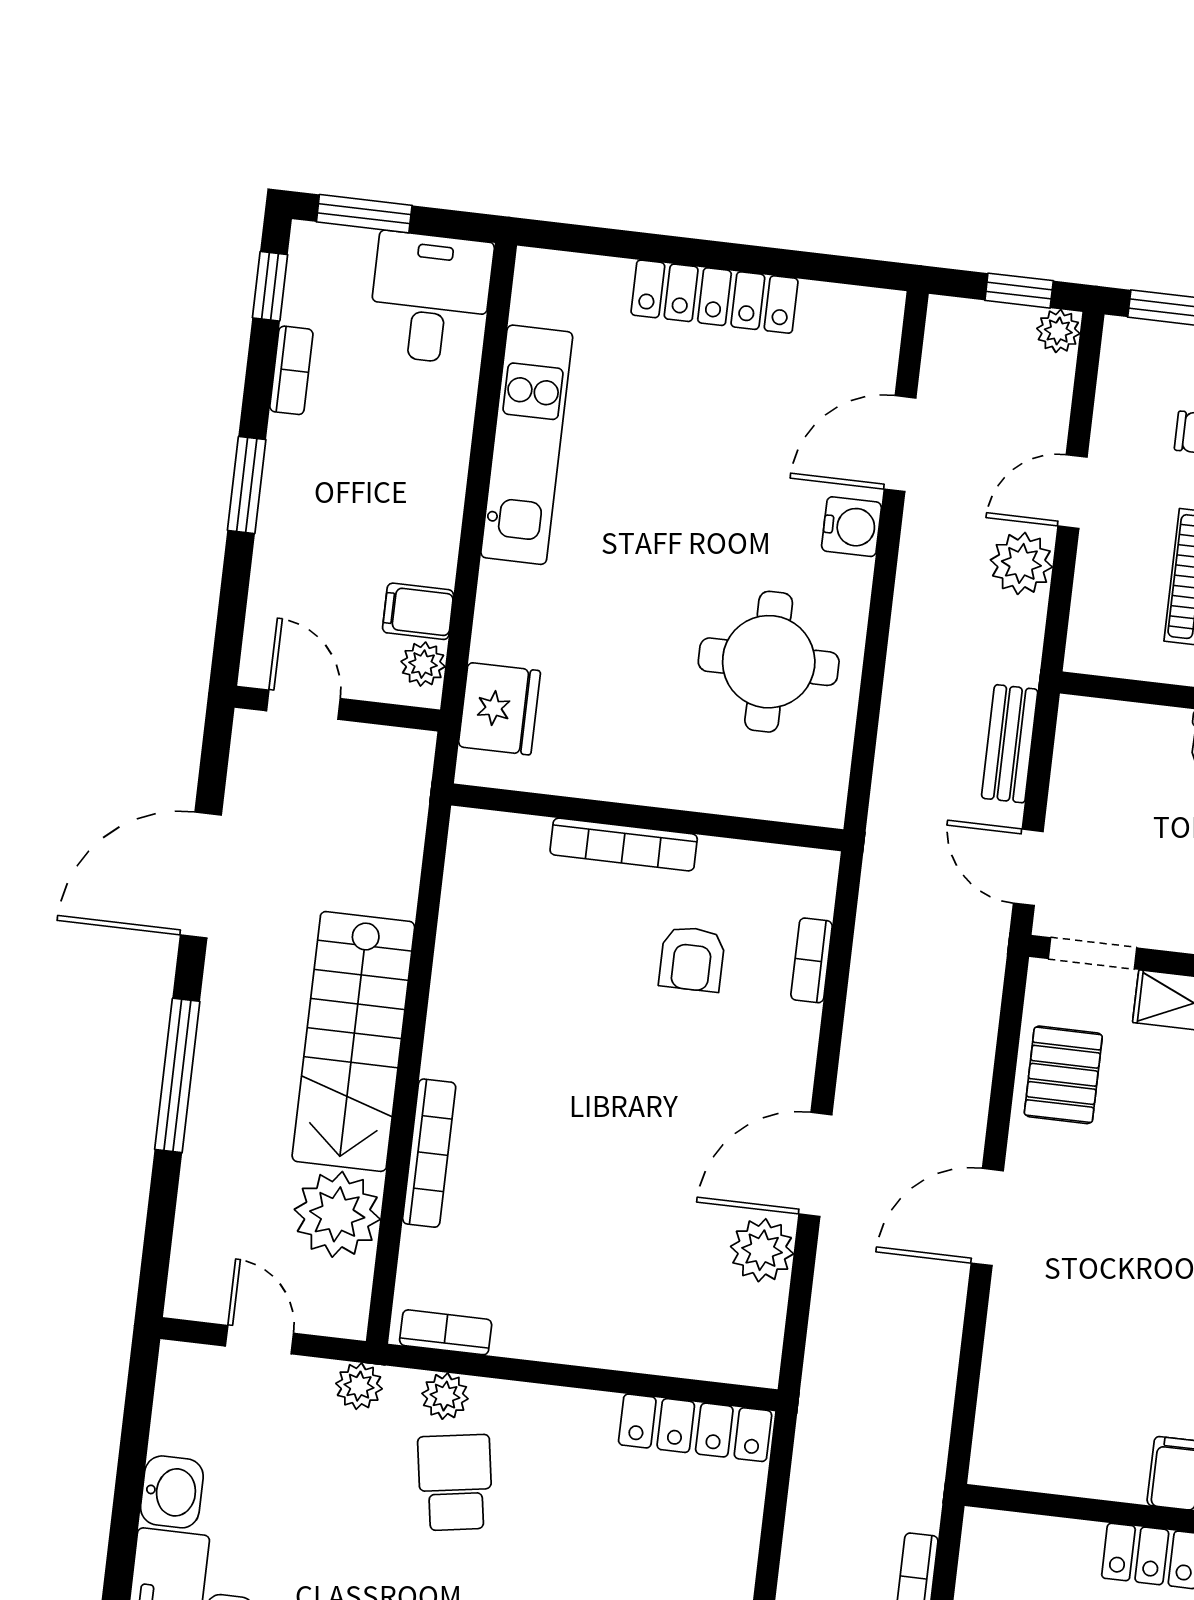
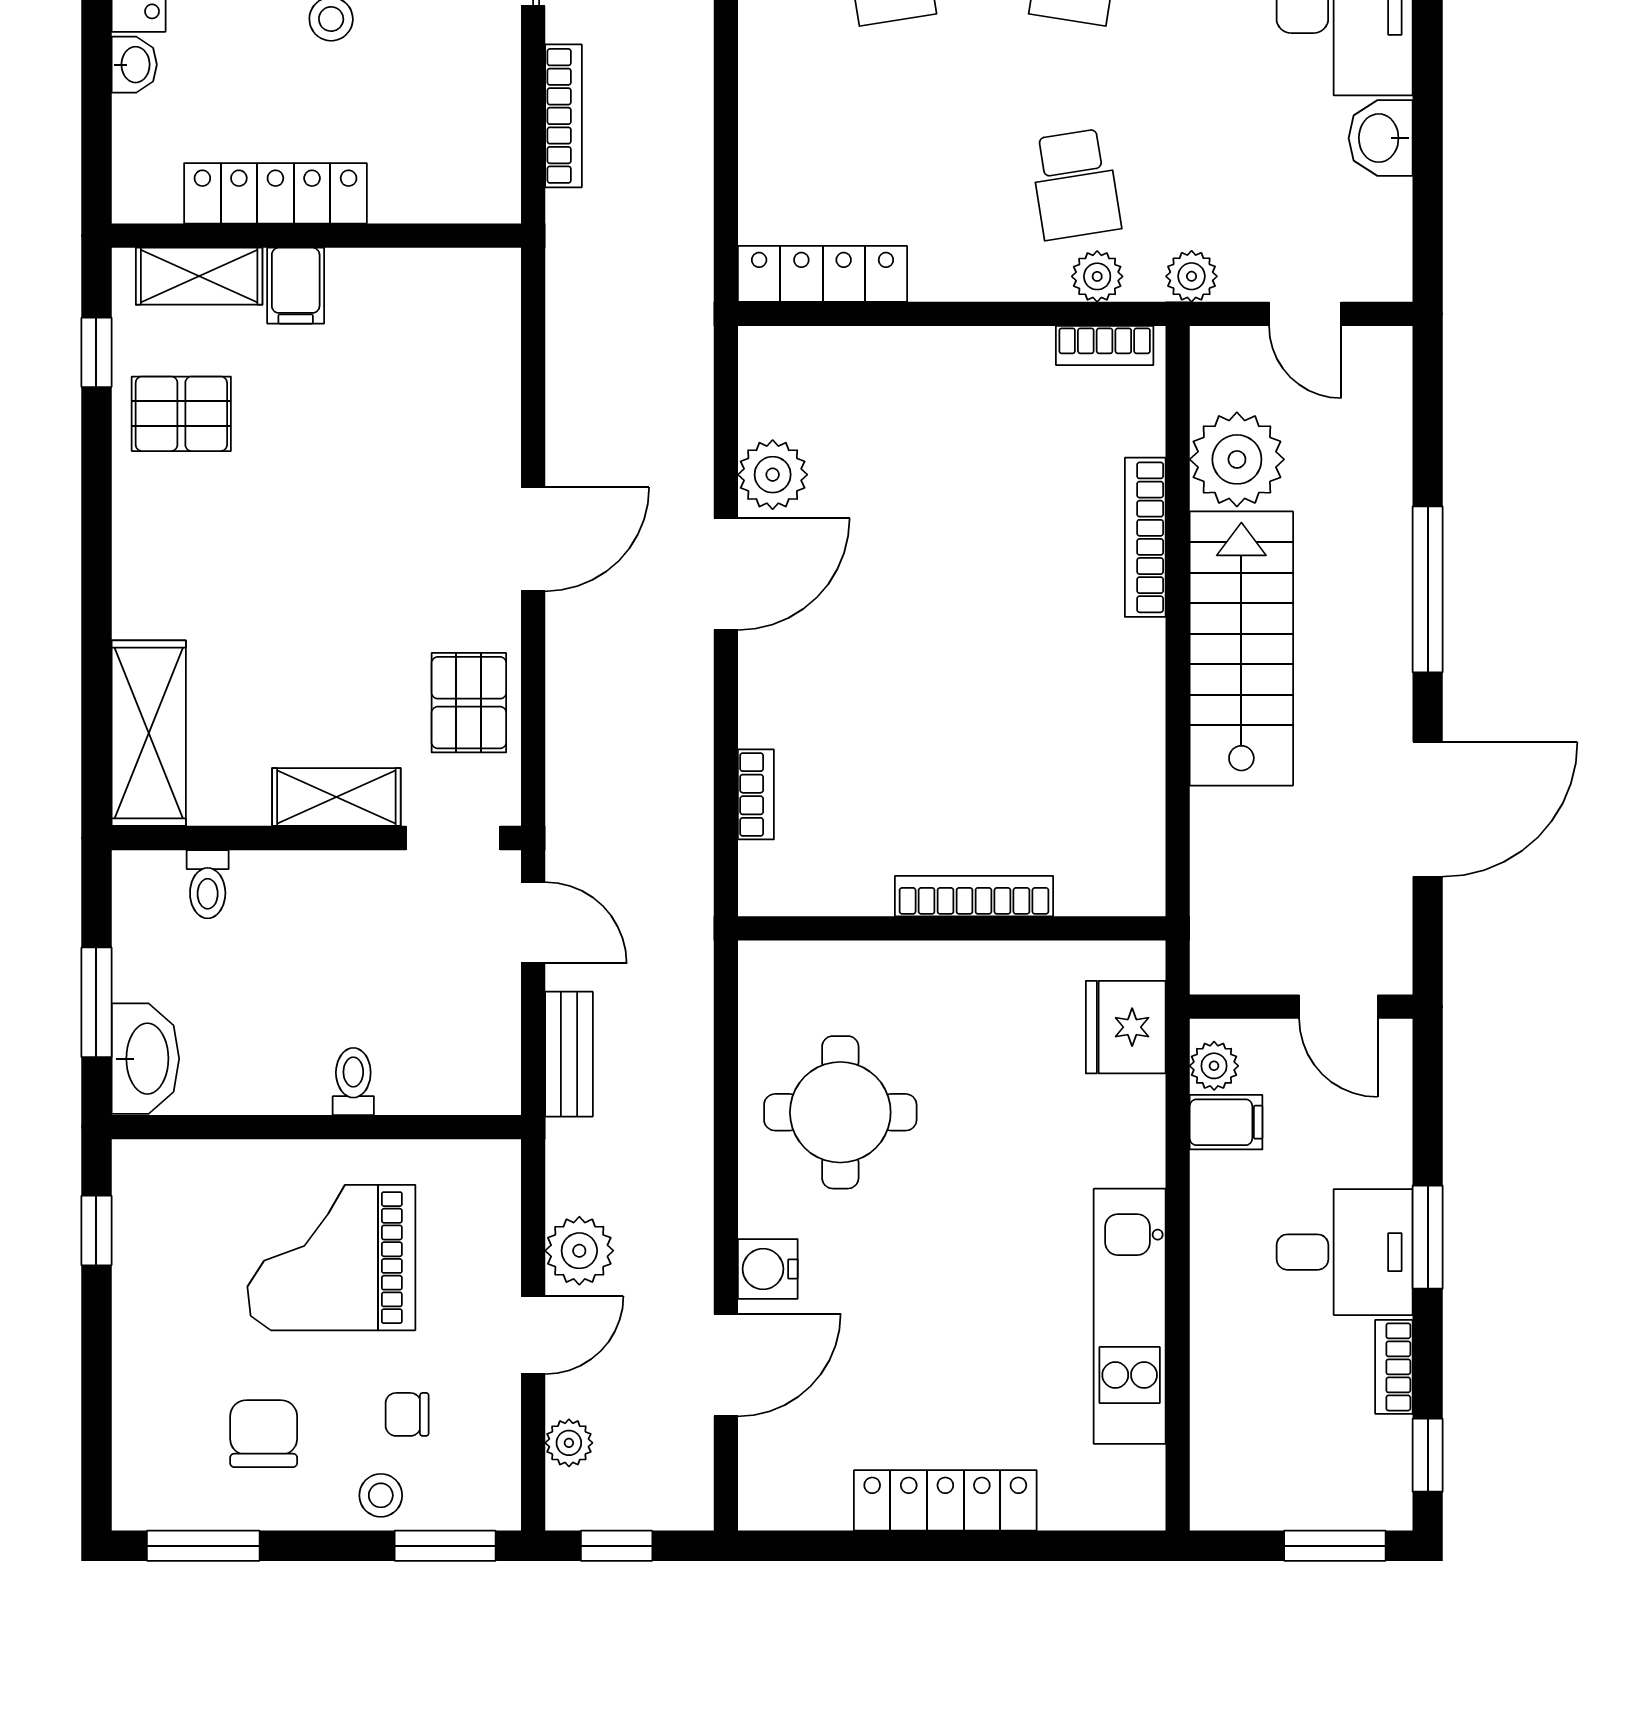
desk: (430, 298) -> (1345, 1252), moved, turned -90
plant: (1058, 331) -> (569, 1443), moved
armchair: (692, 959) -> (885, 781), removed

